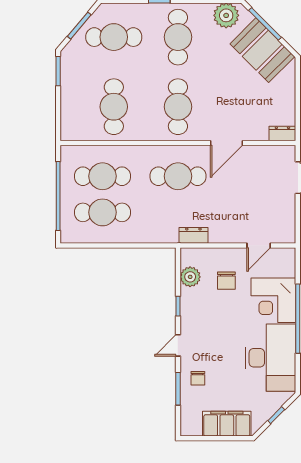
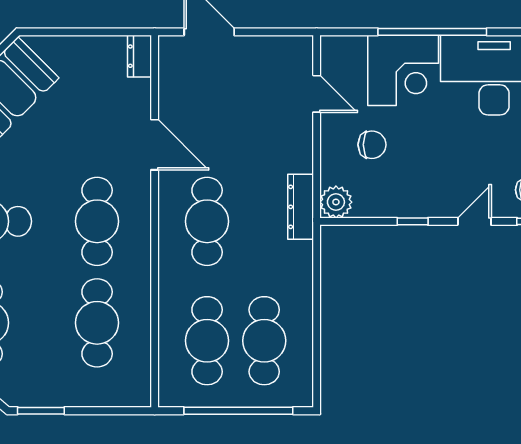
cafe table: (114, 107) -> (97, 323), turned 90
cafe table: (178, 107) -> (97, 221), turned 90
dresser: (193, 235) -> (301, 207), width x1.44
plant: (190, 277) -> (336, 202), moved
door: (178, 345) -> (474, 221), swing flipped

